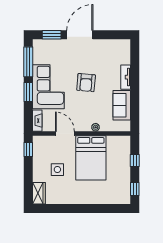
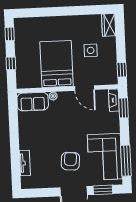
tv unit: (126, 77) -> (25, 163), moved
armchair: (86, 83) -> (70, 161), moved
corner sofa: (48, 87) -> (105, 157), moved
window: (28, 92) -> (123, 108), moved
sofa: (122, 105) -> (33, 102), moved, turned 90

